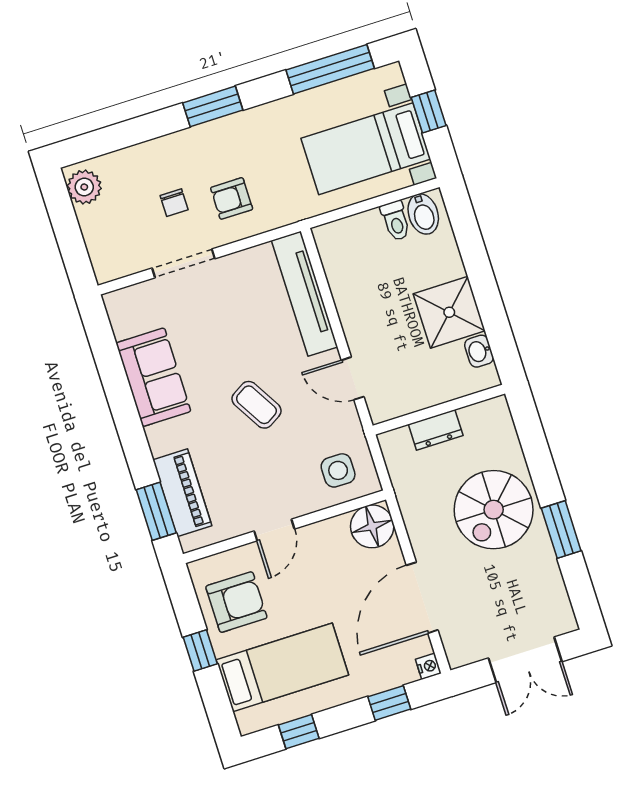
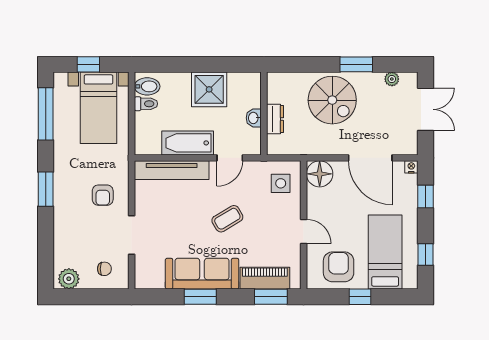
chair: (174, 203) -> (104, 269), moved
bathtub: (355, 305) -> (188, 143), added
washbasin: (479, 351) -> (254, 118), moved, turned 90
sofa: (153, 377) -> (202, 274), width x1.36
window: (121, 401) -> (200, 297), added
plant: (556, 592) -> (392, 79), added

